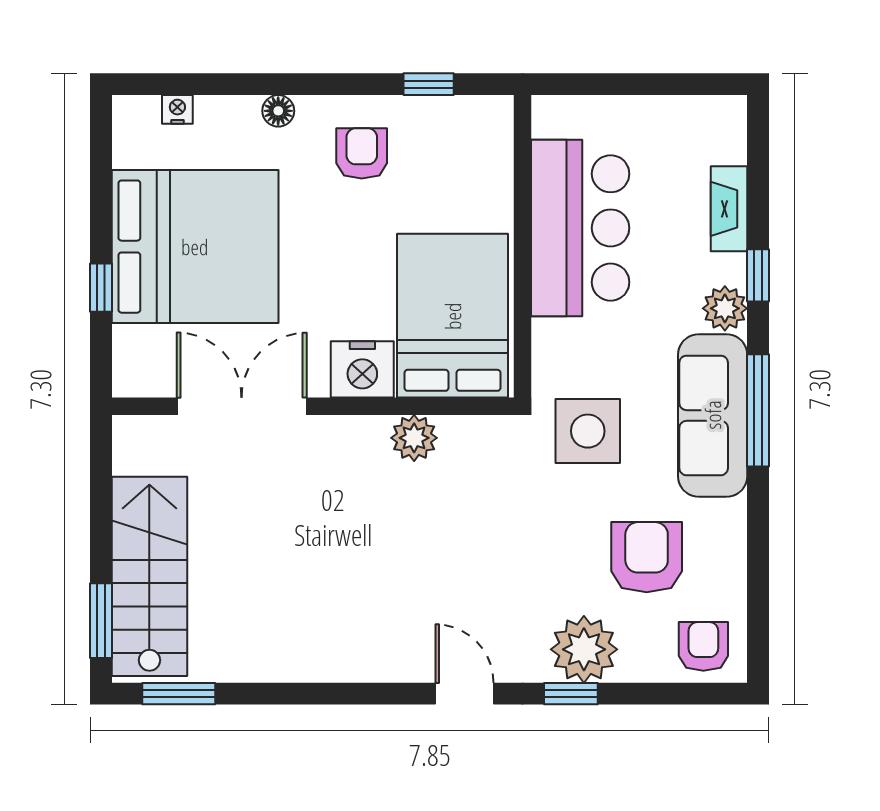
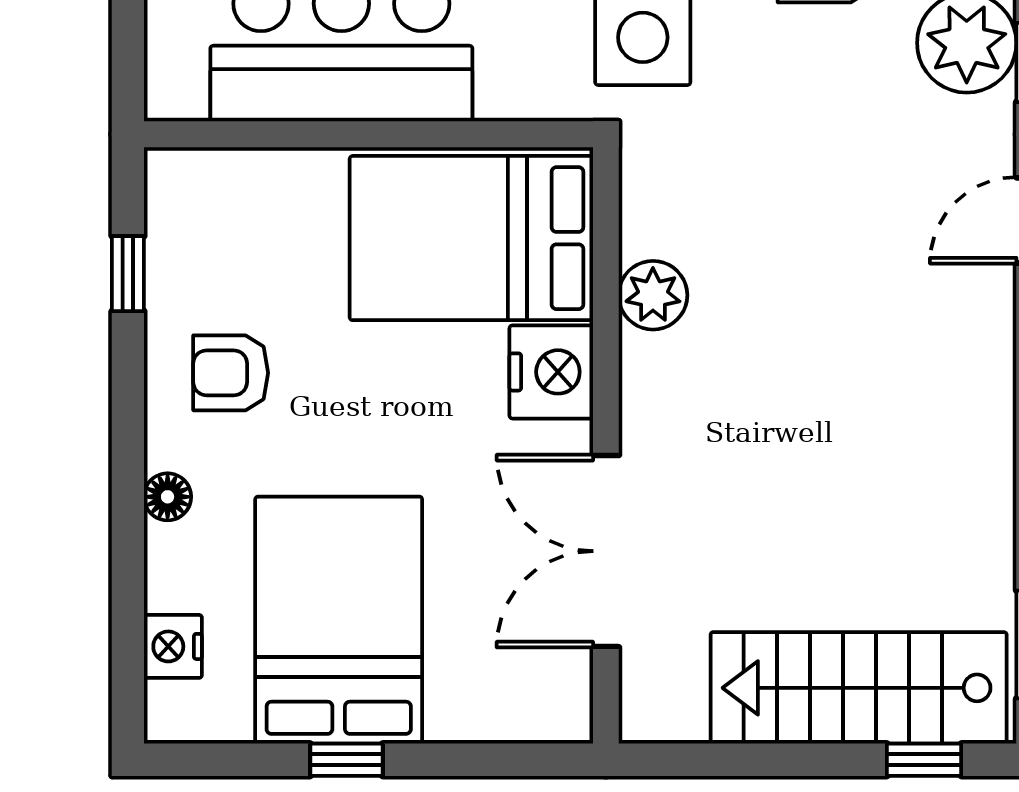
nightstand: (177, 109) -> (173, 646), width x1.39, depth x1.35
bed: (195, 247) -> (339, 620), width x0.73
window: (101, 288) -> (346, 760), moved
window: (101, 621) -> (924, 760), width x0.67

